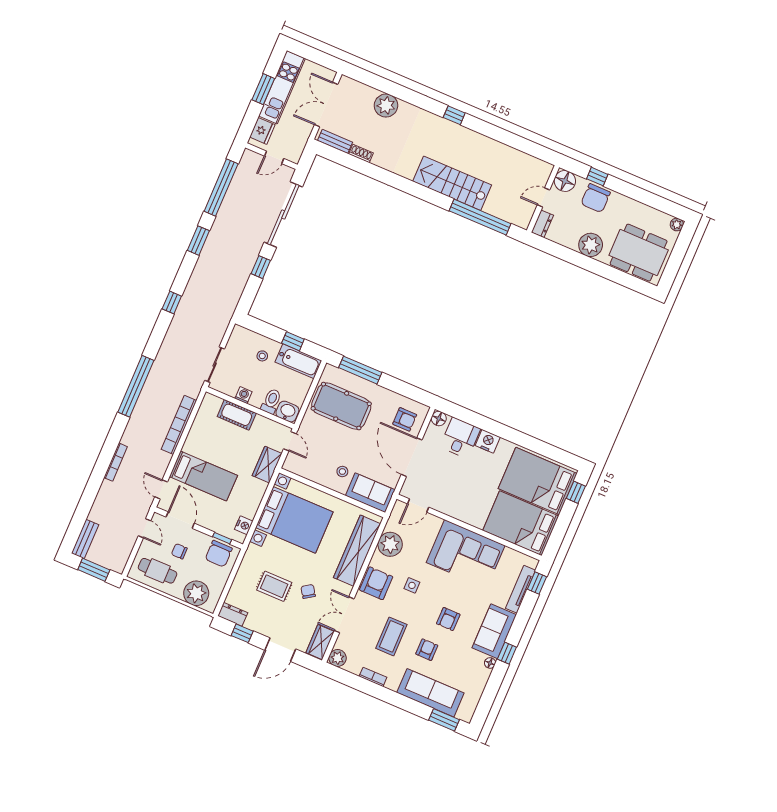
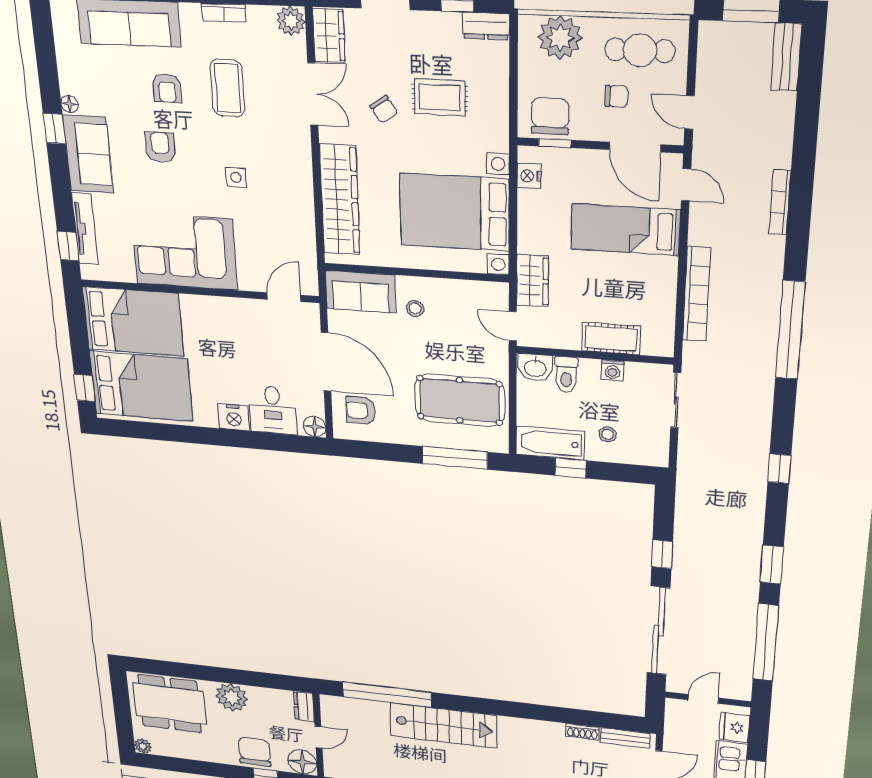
plant: (390, 544) -> (296, 227), removed
armchair: (376, 583) -> (289, 161), removed

